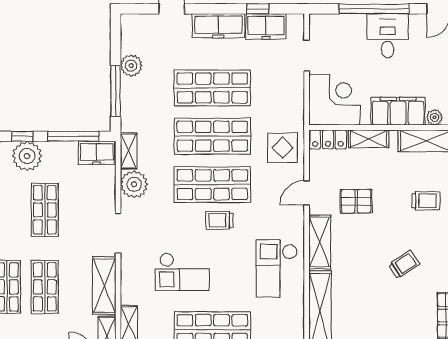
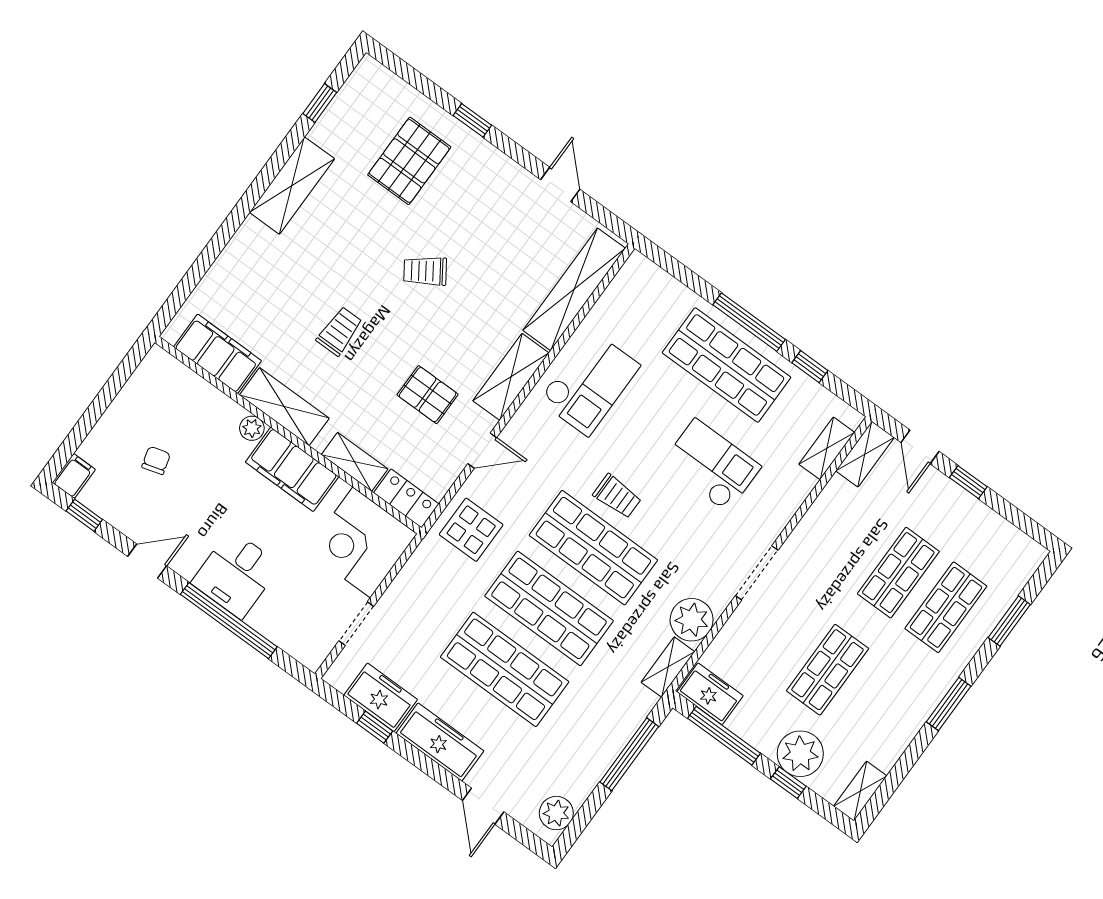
plant: (131, 66) -> (556, 813), moved
trolley: (426, 201) -> (339, 331), turned 90
shelving: (104, 286) -> (822, 520), removed

